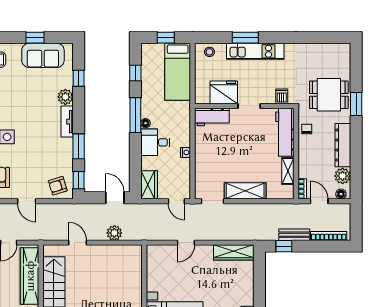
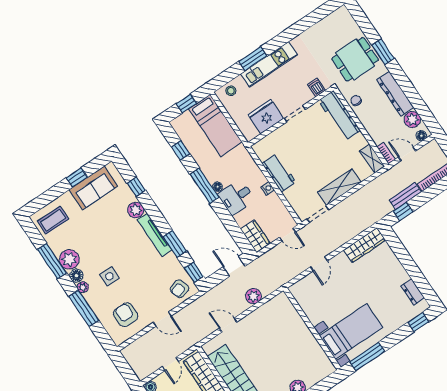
workbench: (212, 117) -> (279, 173), moved, turned -90
tv unit: (67, 122) -> (155, 235), width x1.41
shelving: (288, 171) -> (372, 159), moved

